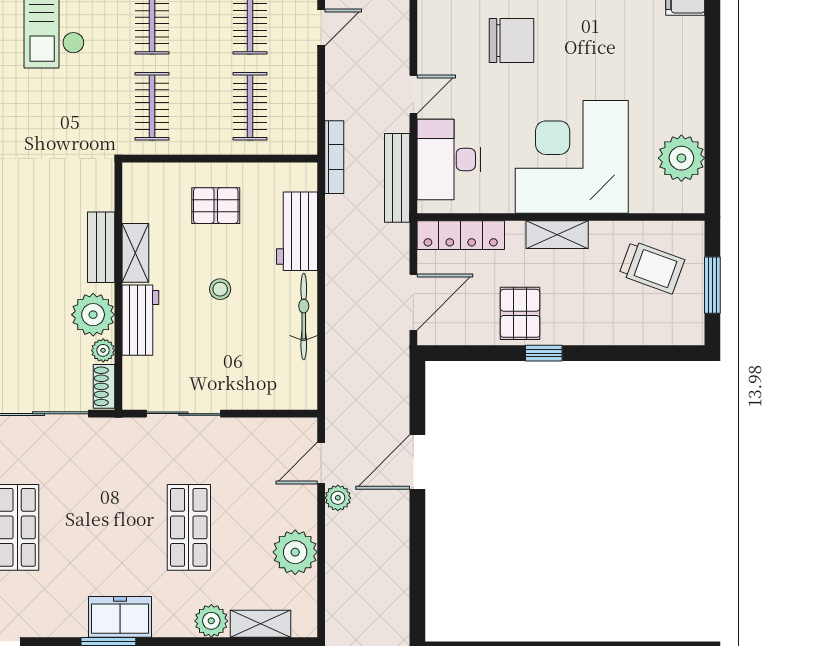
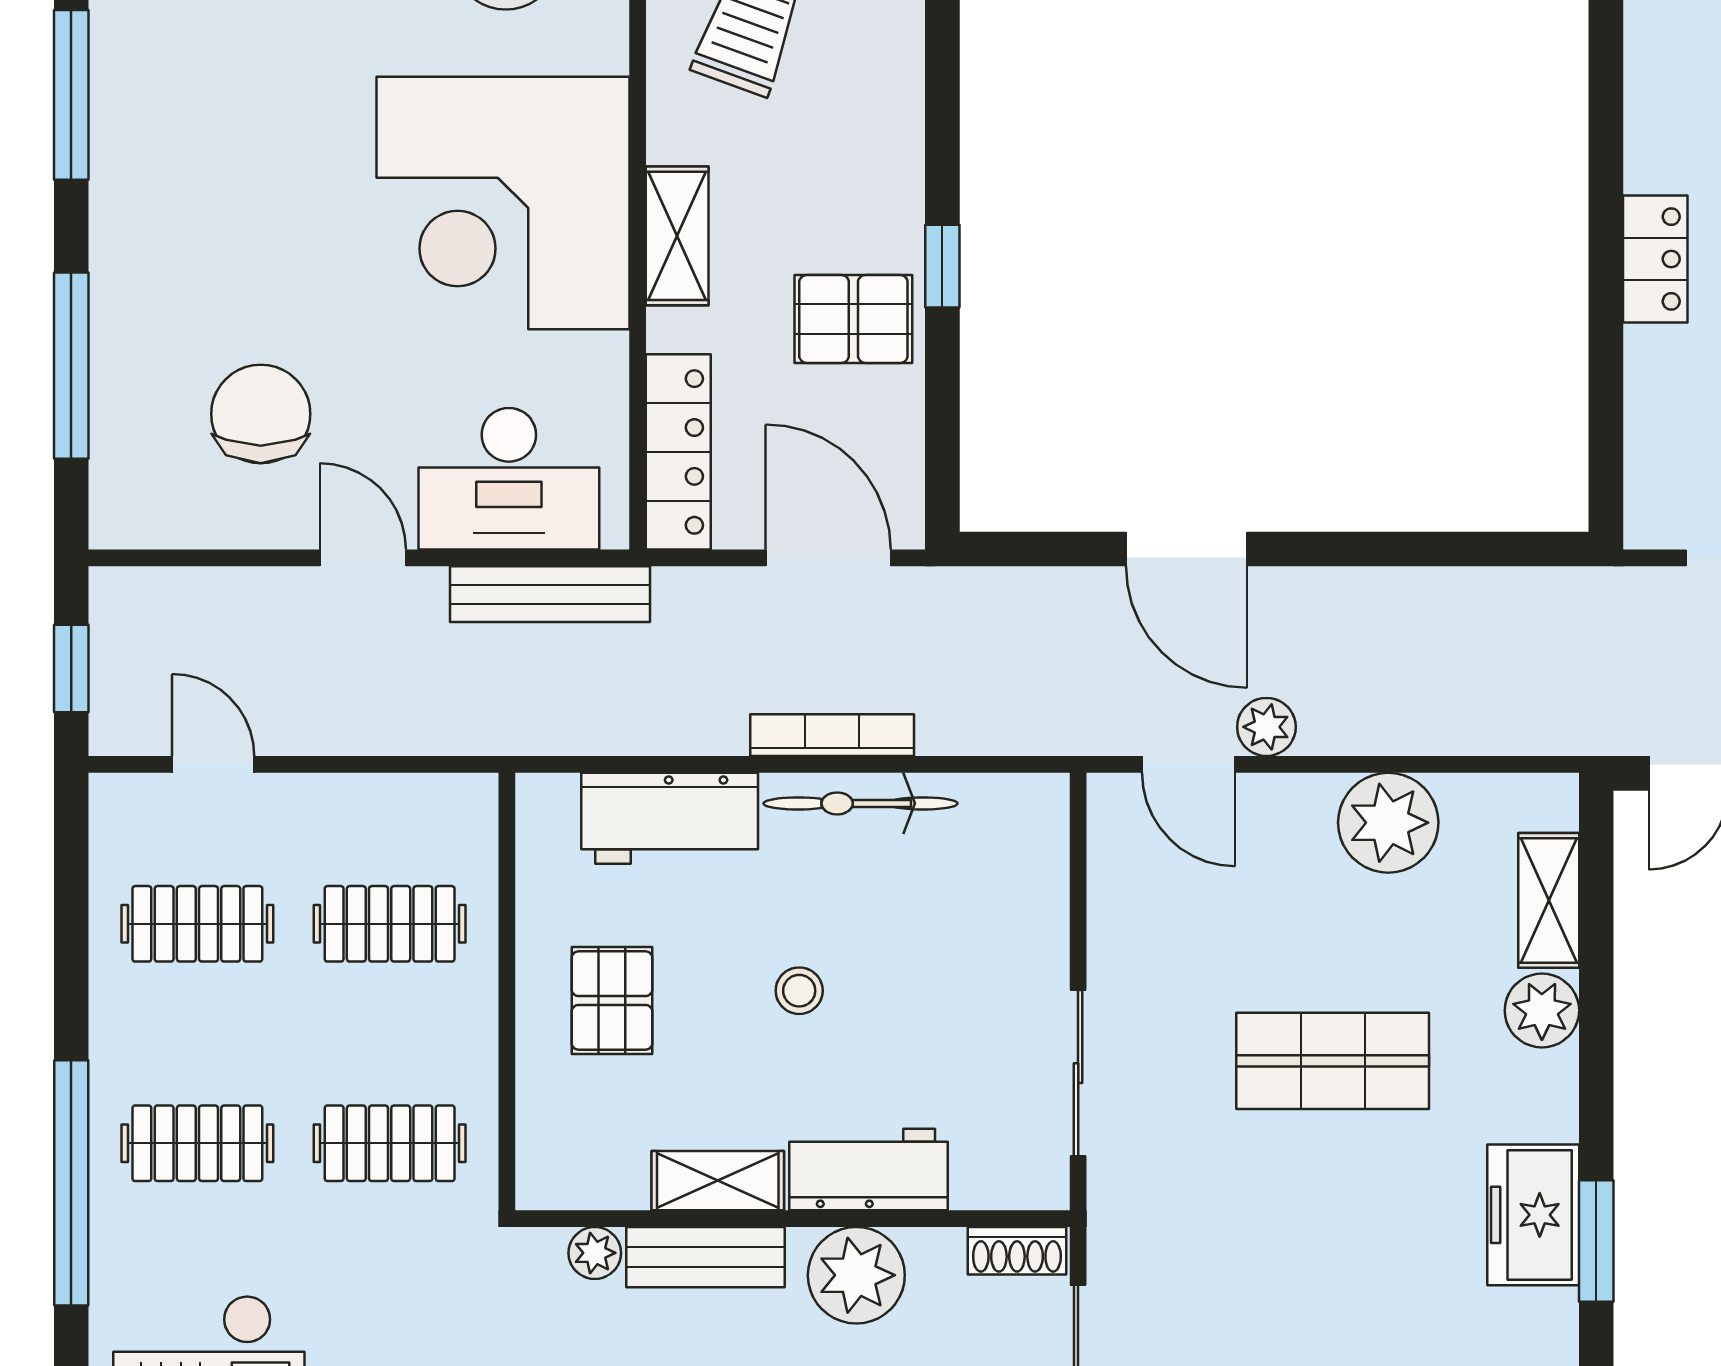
chair: (512, 40) -> (261, 414), moved
bookcase: (334, 157) -> (832, 735), moved
plant: (103, 350) -> (595, 1253), moved

